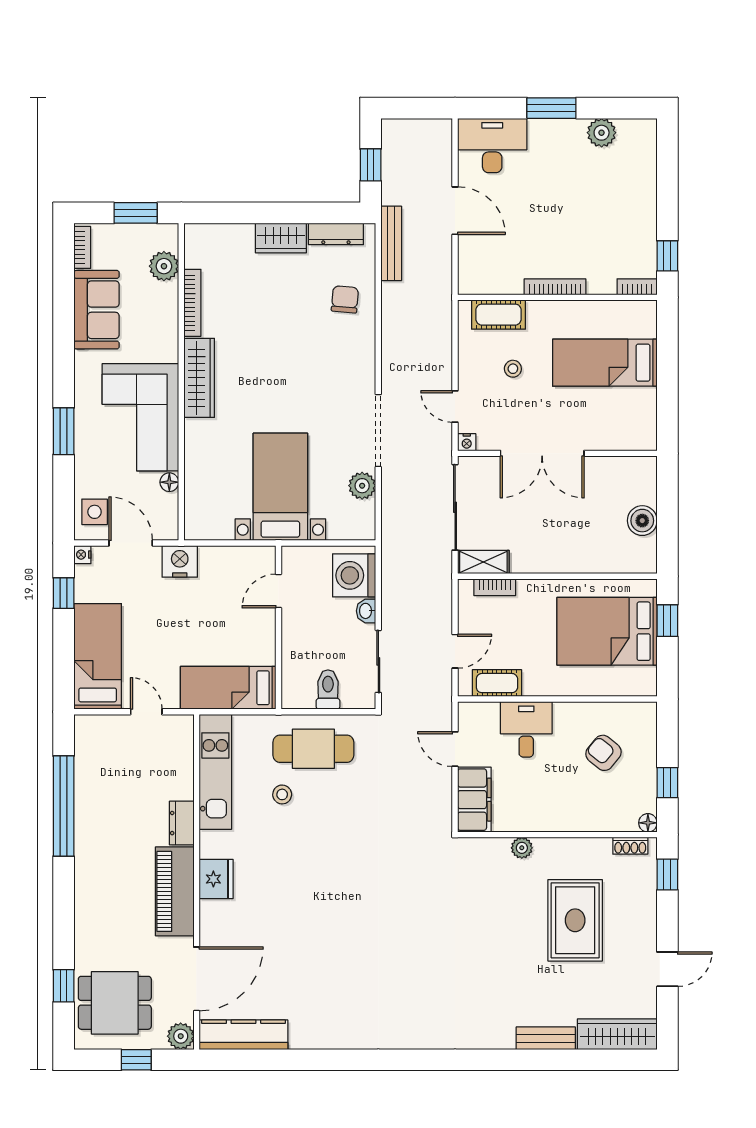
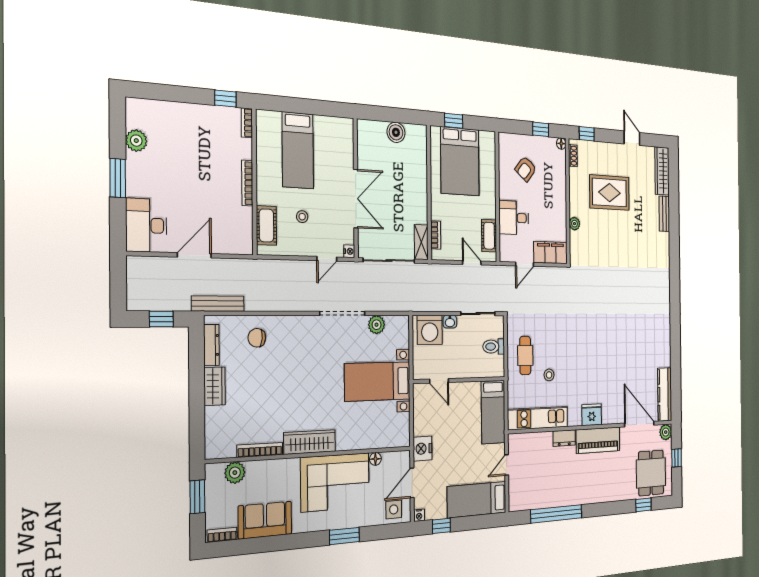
cafe table: (313, 749) -> (525, 355), width x0.73, depth x0.74

